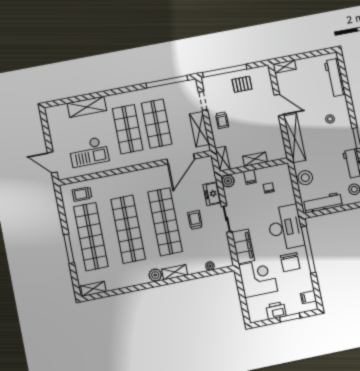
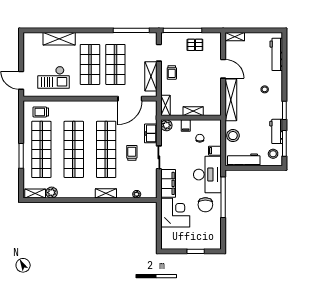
plant: (155, 275) -> (52, 193), moved
filing cabinet: (309, 297) -> (215, 151), moved
printer: (276, 310) -> (185, 243), removed

